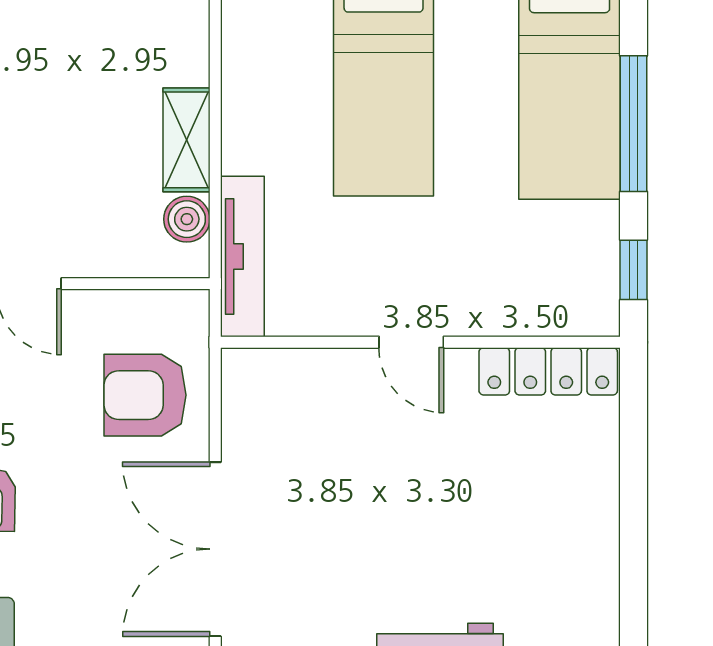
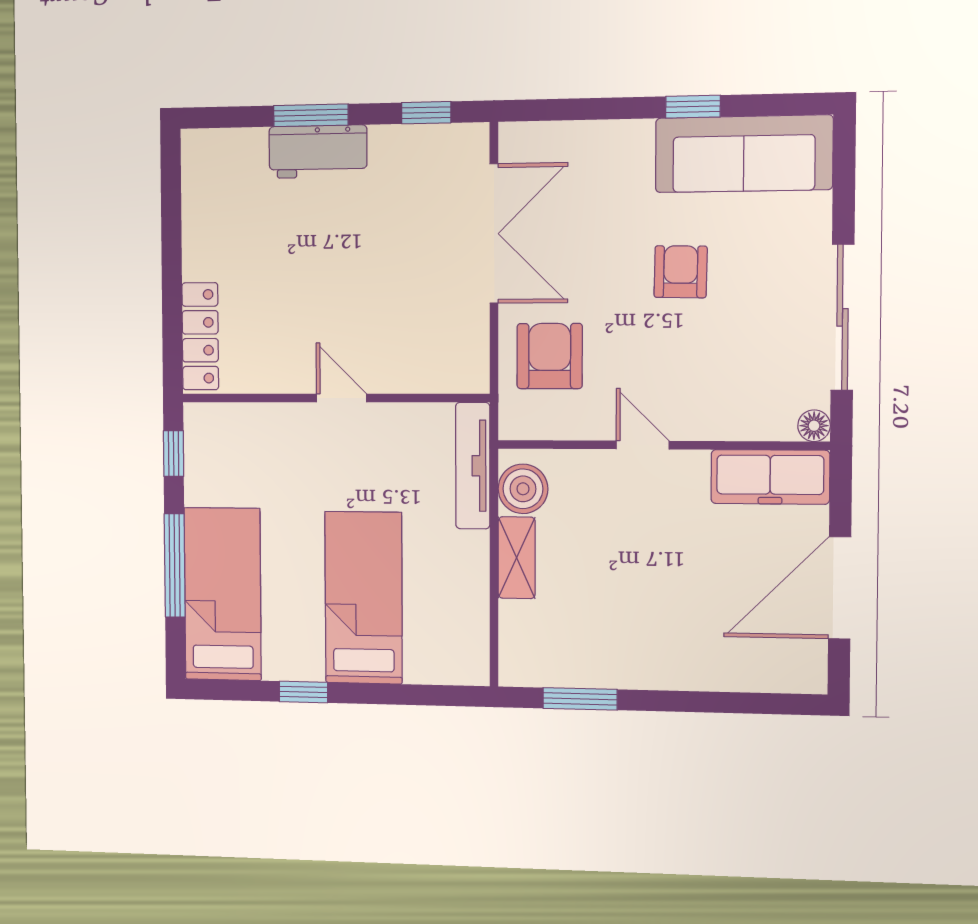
boiler: (187, 219) -> (523, 489), width x1.36, depth x1.36
locker: (548, 371) -> (200, 336), moved, turned 90
armchair: (145, 395) -> (550, 356), turned -90

